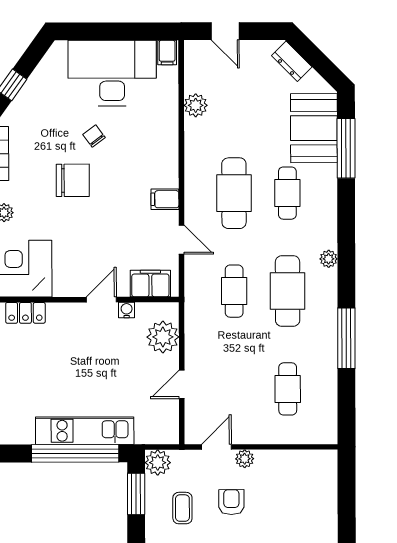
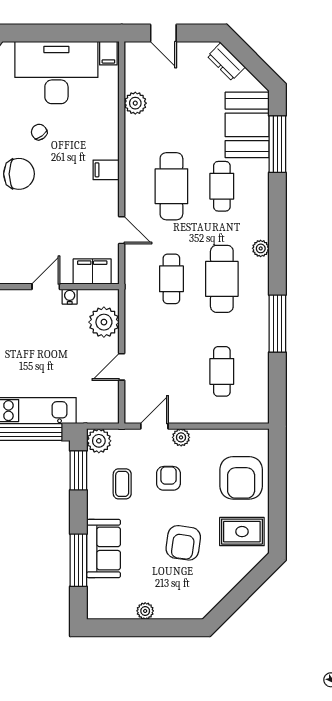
filing cabinet: (165, 199) -> (106, 170), moved
armchair: (308, 501) -> (241, 478), added

